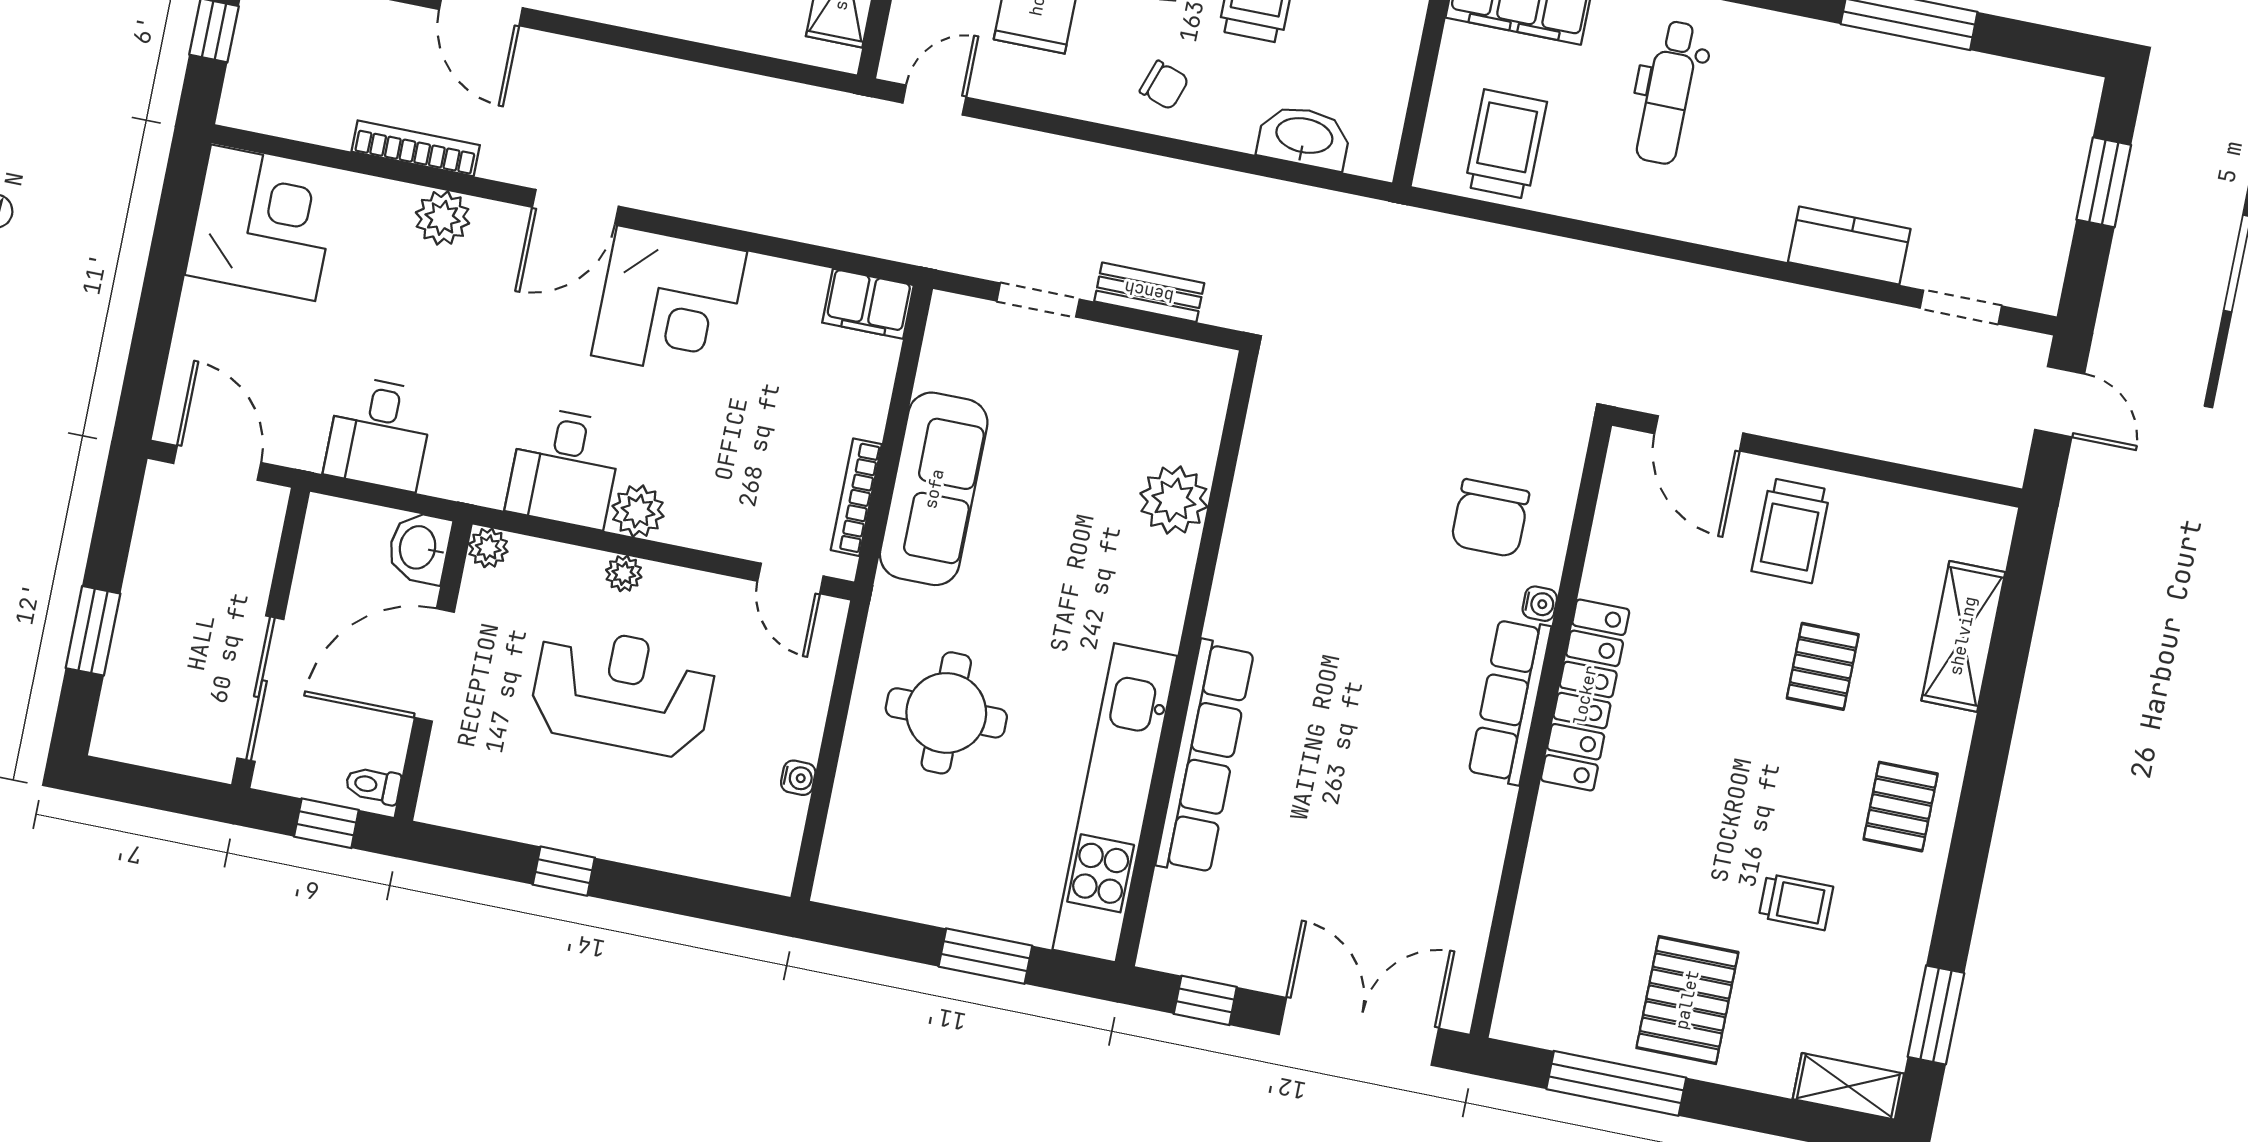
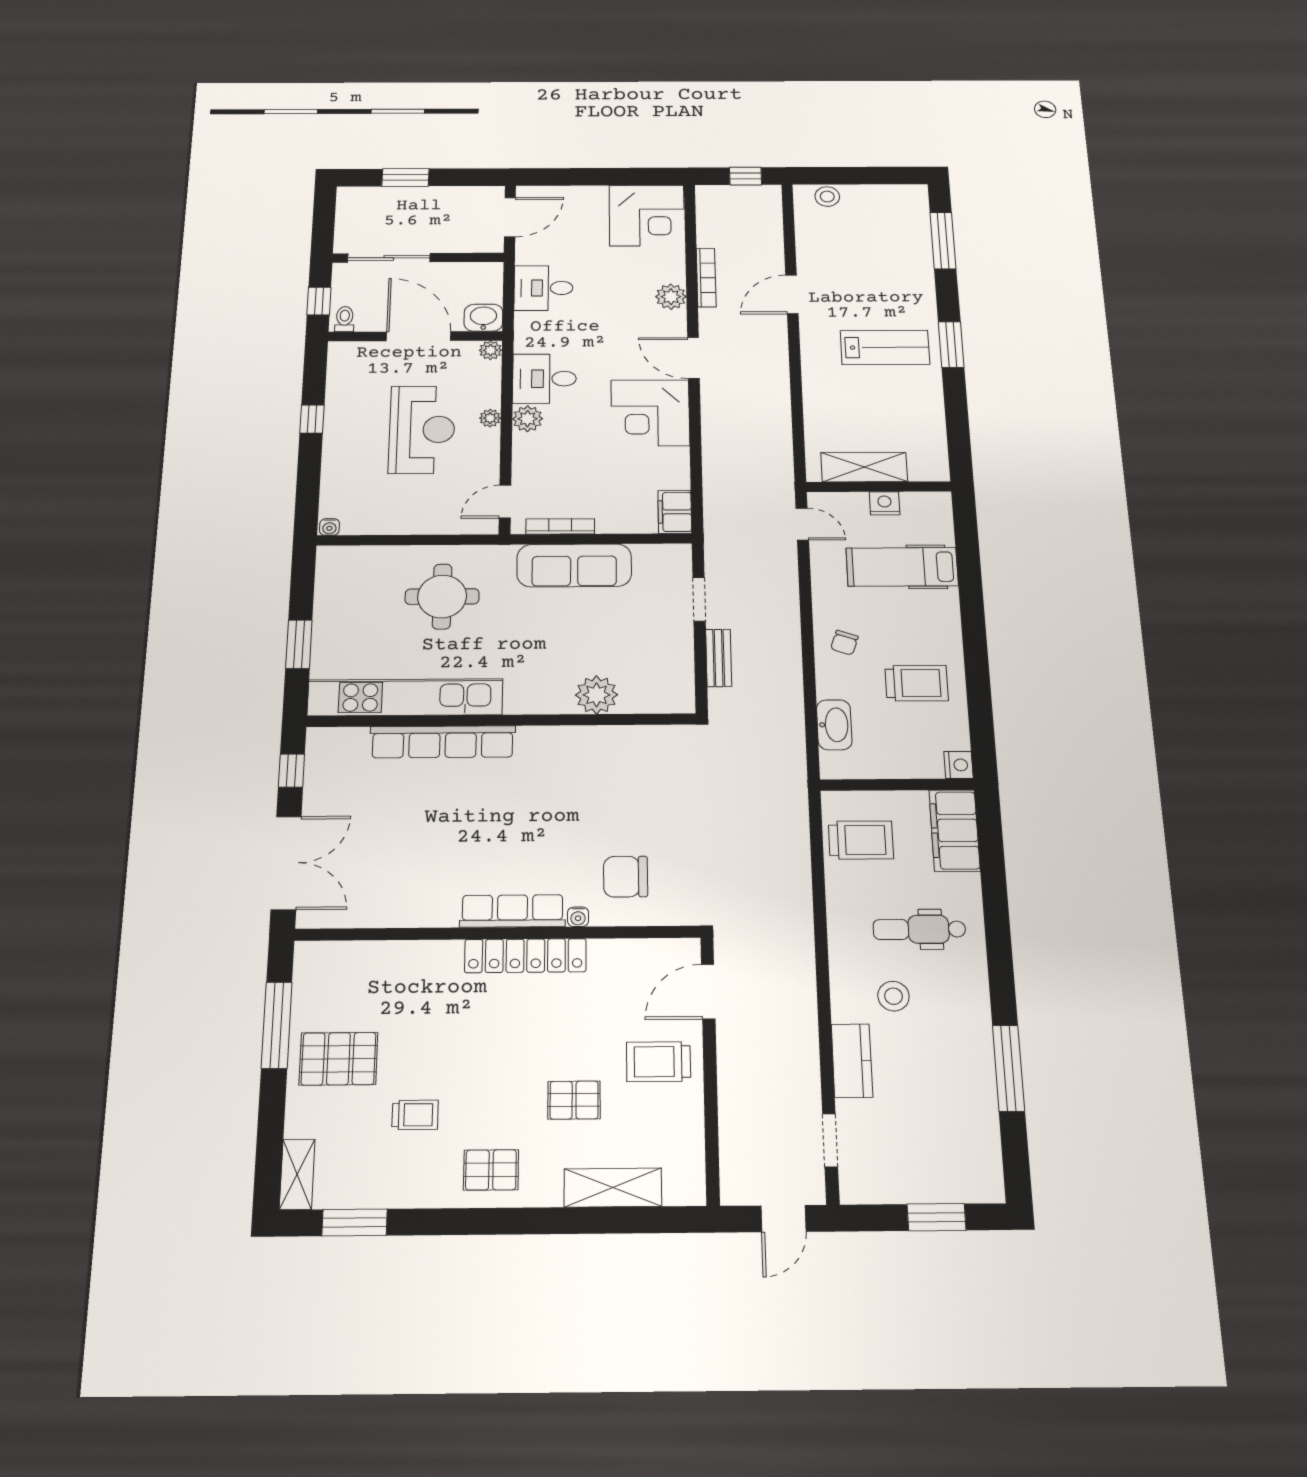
stool: (1764, 159) -> (893, 996), added
water cooler: (798, 778) -> (329, 527), moved
trolley: (1796, 902) -> (415, 1115), turned -90

